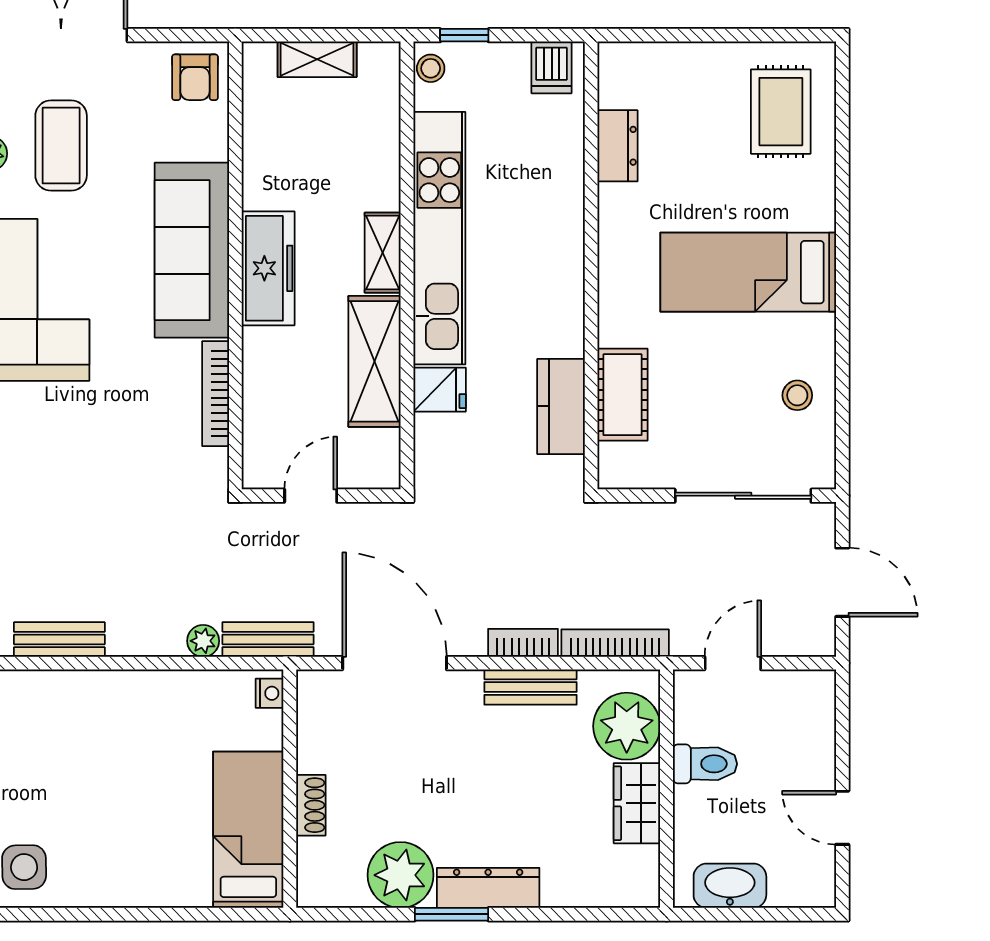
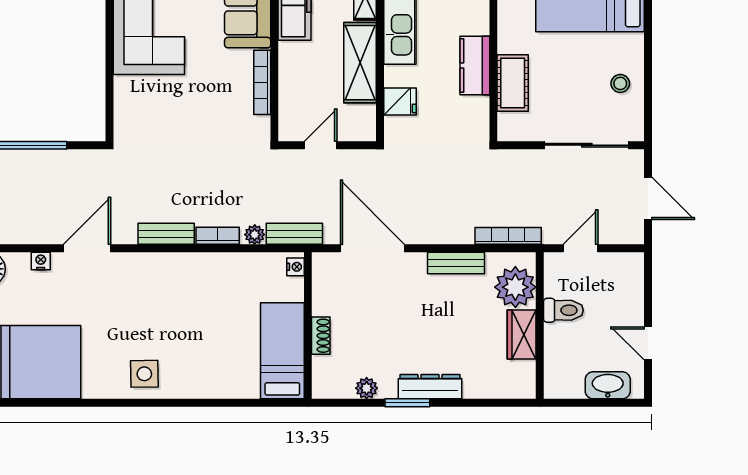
fridge: (440, 390) -> (400, 101), moved
kitchen counter: (561, 406) -> (475, 65), moved
bookcase: (523, 643) -> (218, 236), moved
plant: (400, 875) -> (367, 388), width x0.53, depth x0.53
washbasin: (730, 886) -> (608, 385), moved

